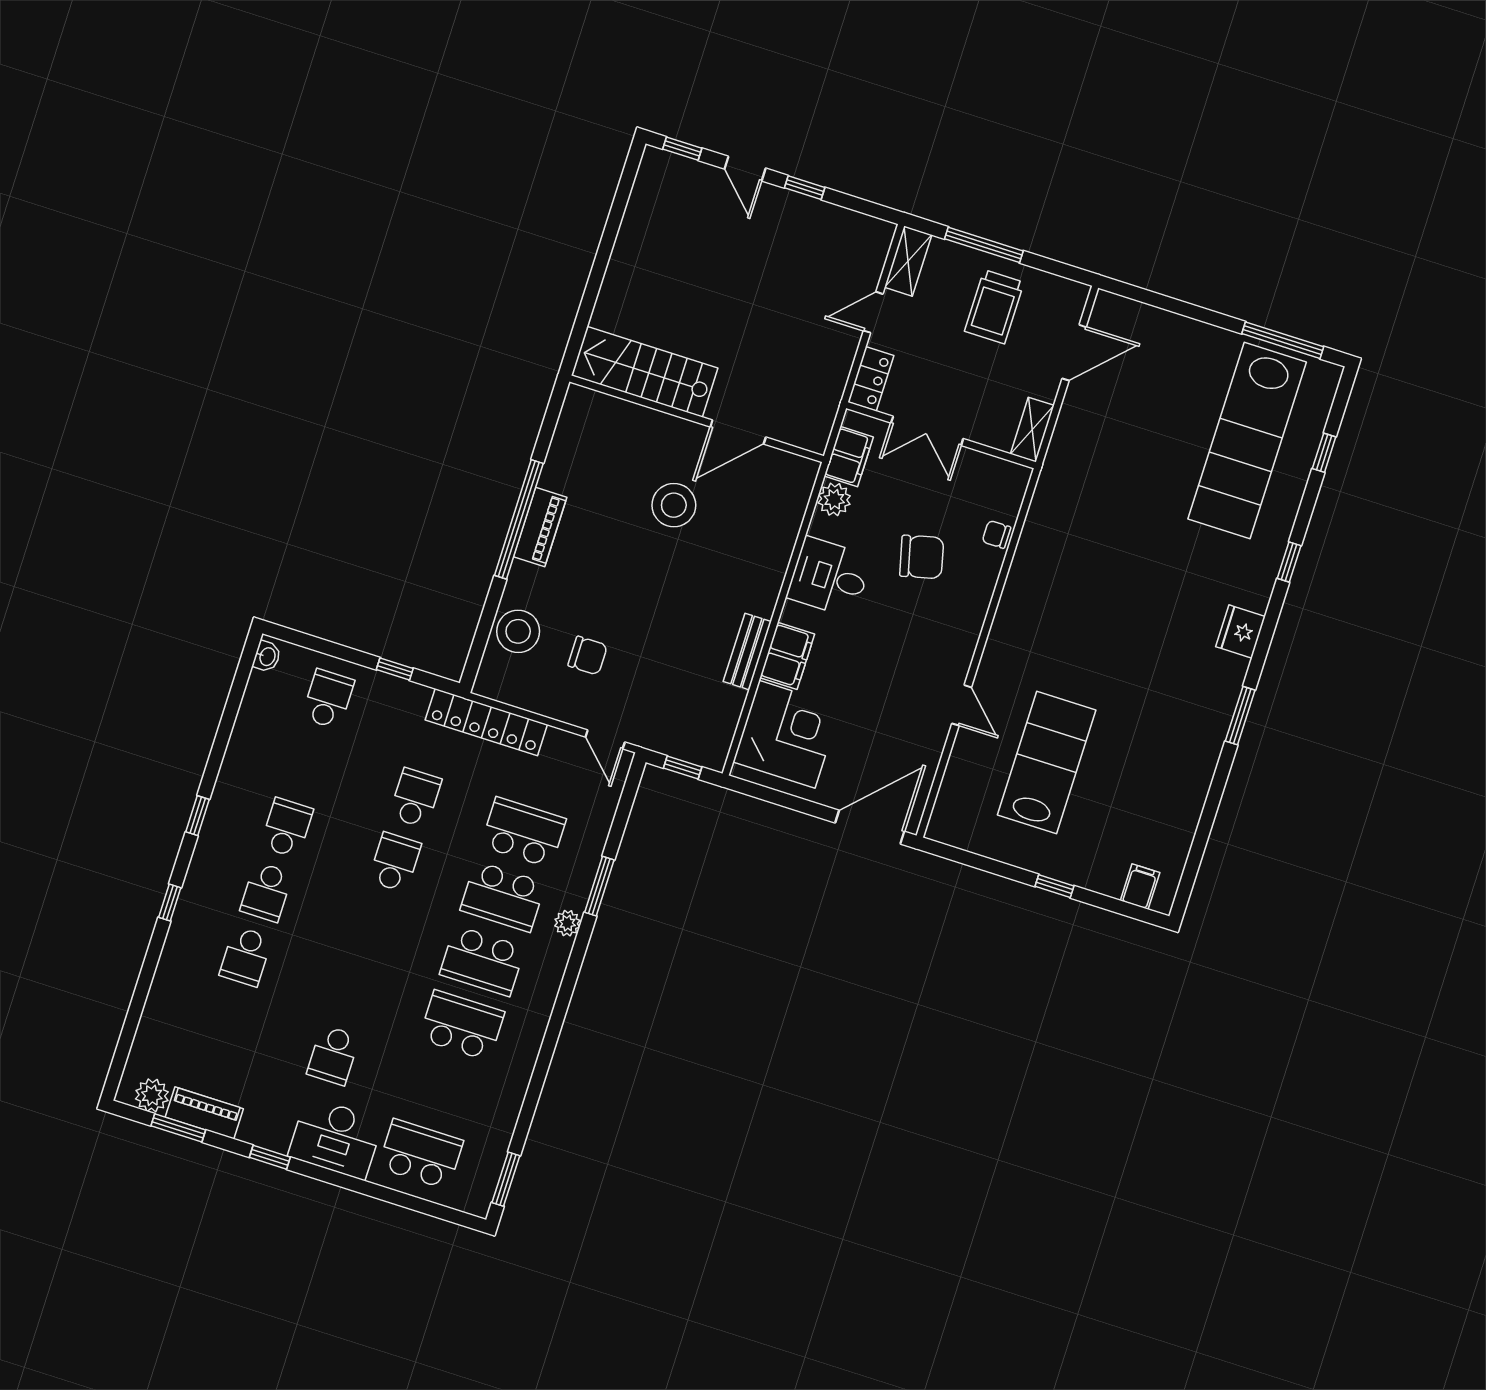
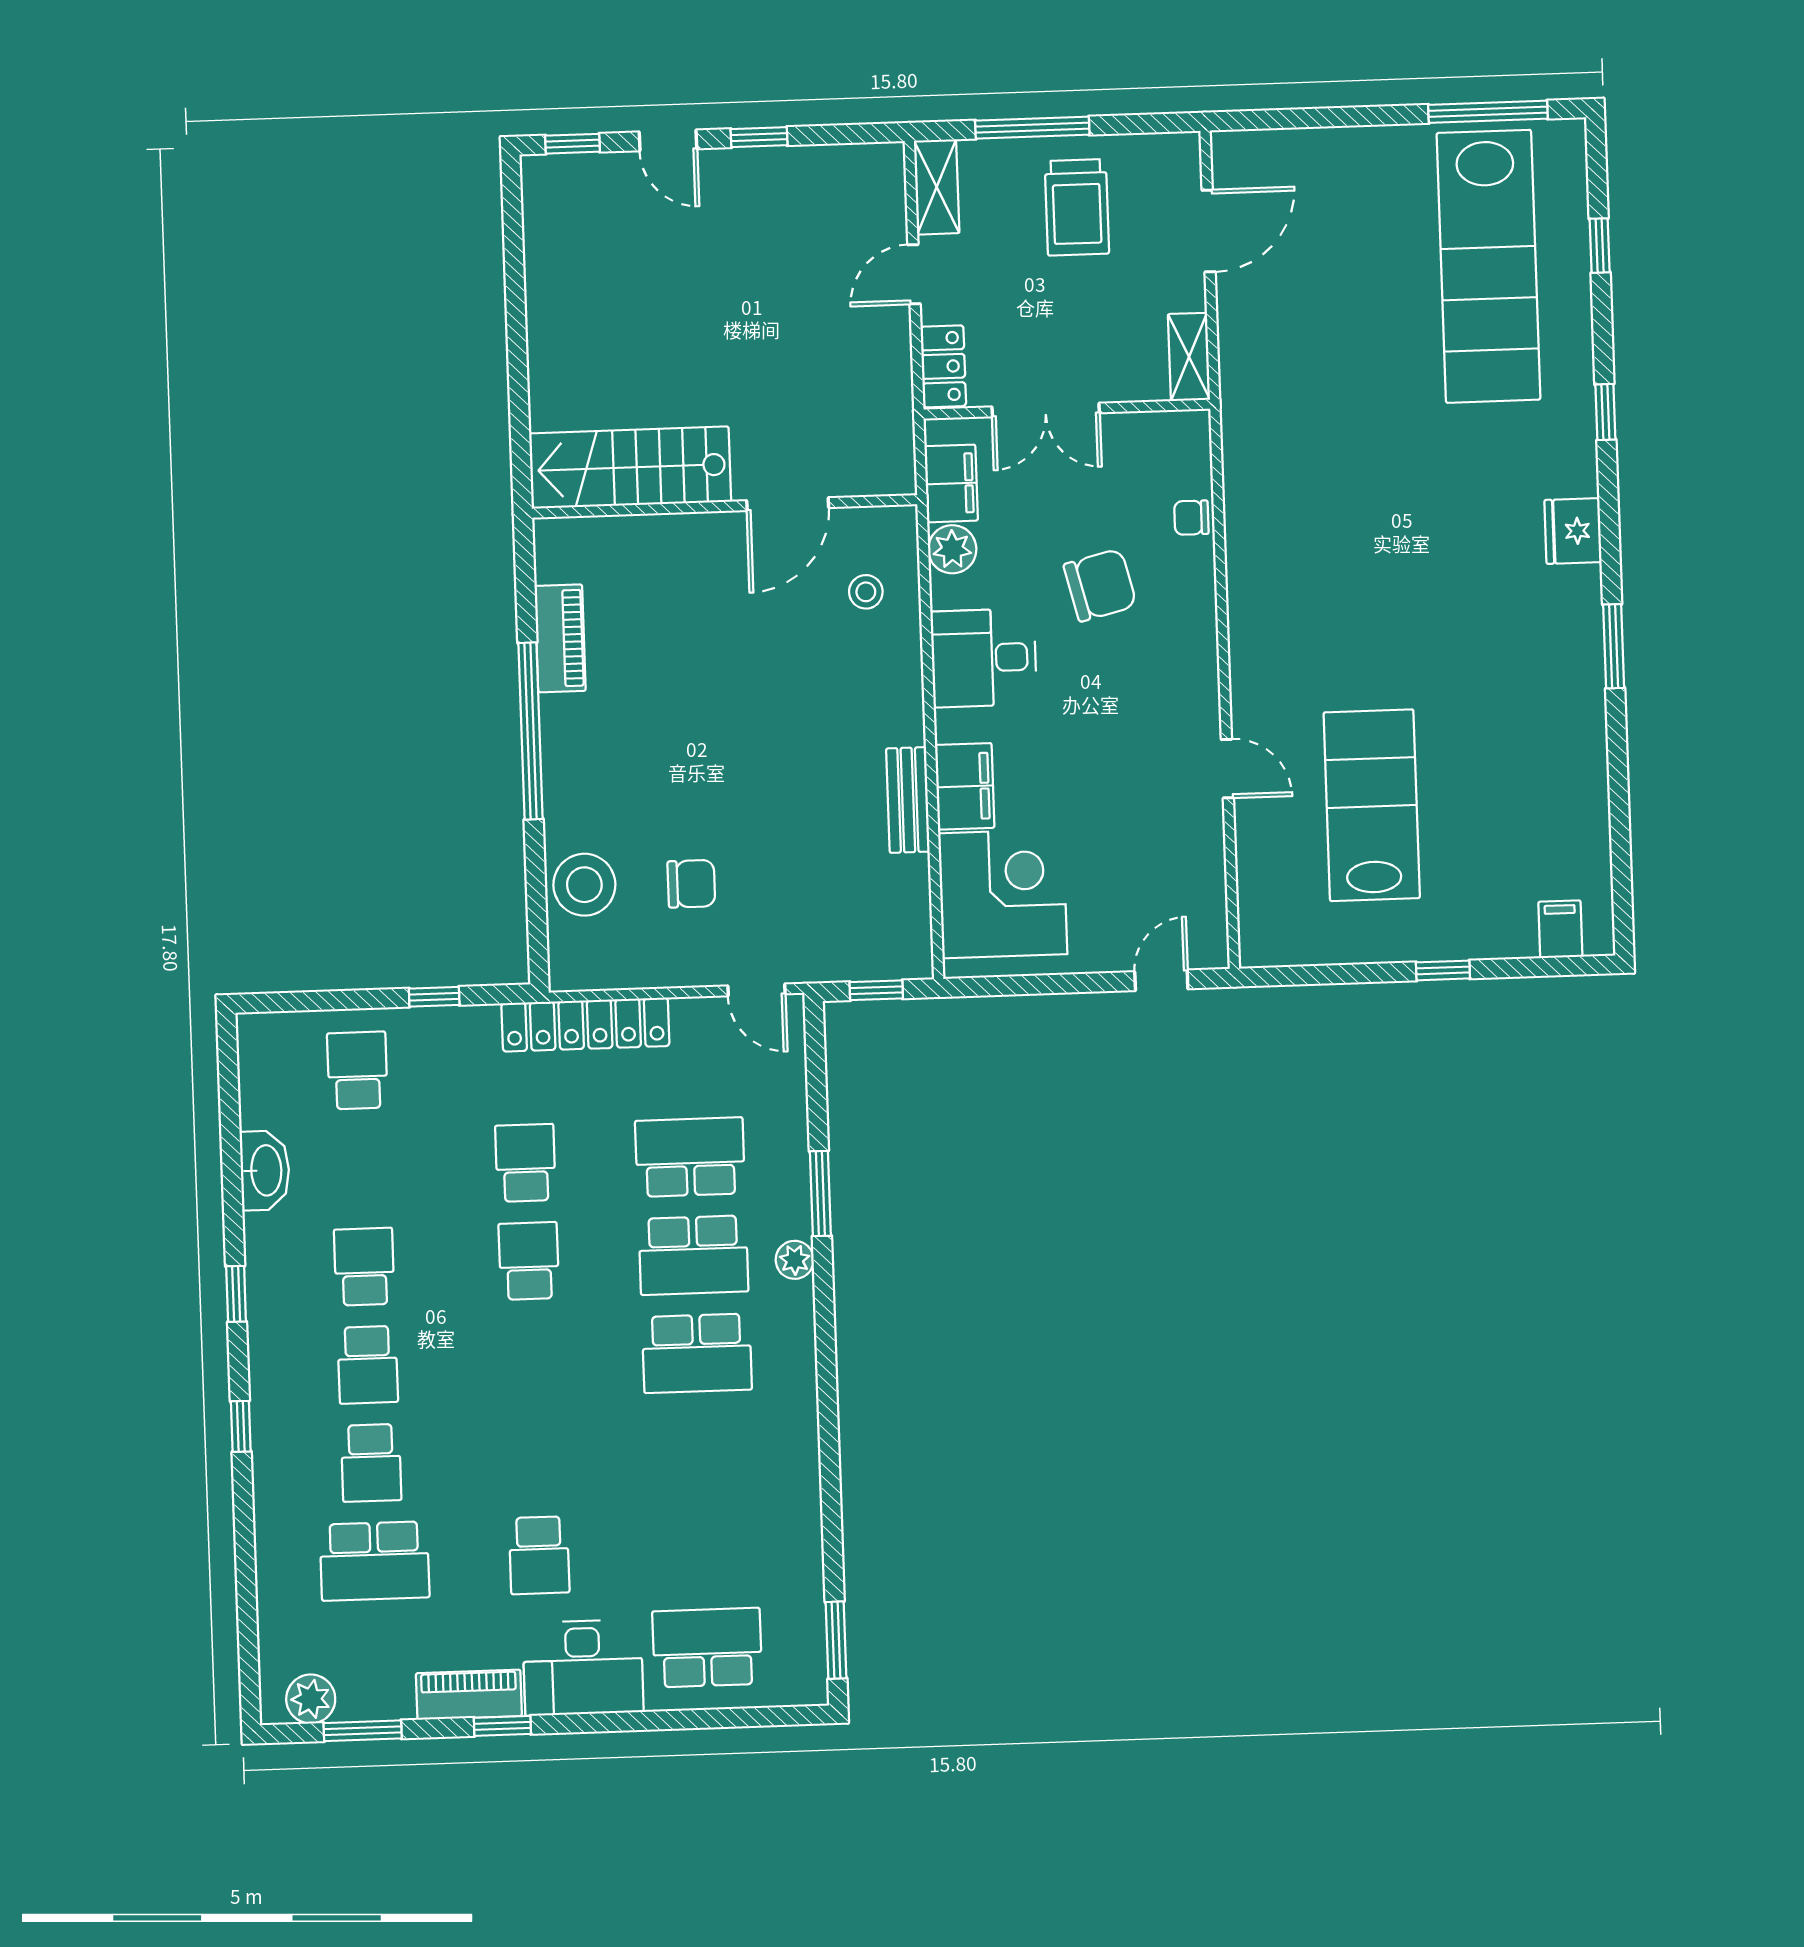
stool: (674, 505) -> (866, 592), moved, width x0.53, depth x0.53
piano: (540, 527) -> (560, 638), moved
washbasin: (267, 656) -> (265, 1170), moved, width x1.91, depth x1.45
door: (870, 827) -> (1161, 980), width x0.53
school desk: (462, 1025) -> (375, 1561), moved, turned 180
piano: (204, 1113) -> (469, 1695), moved

